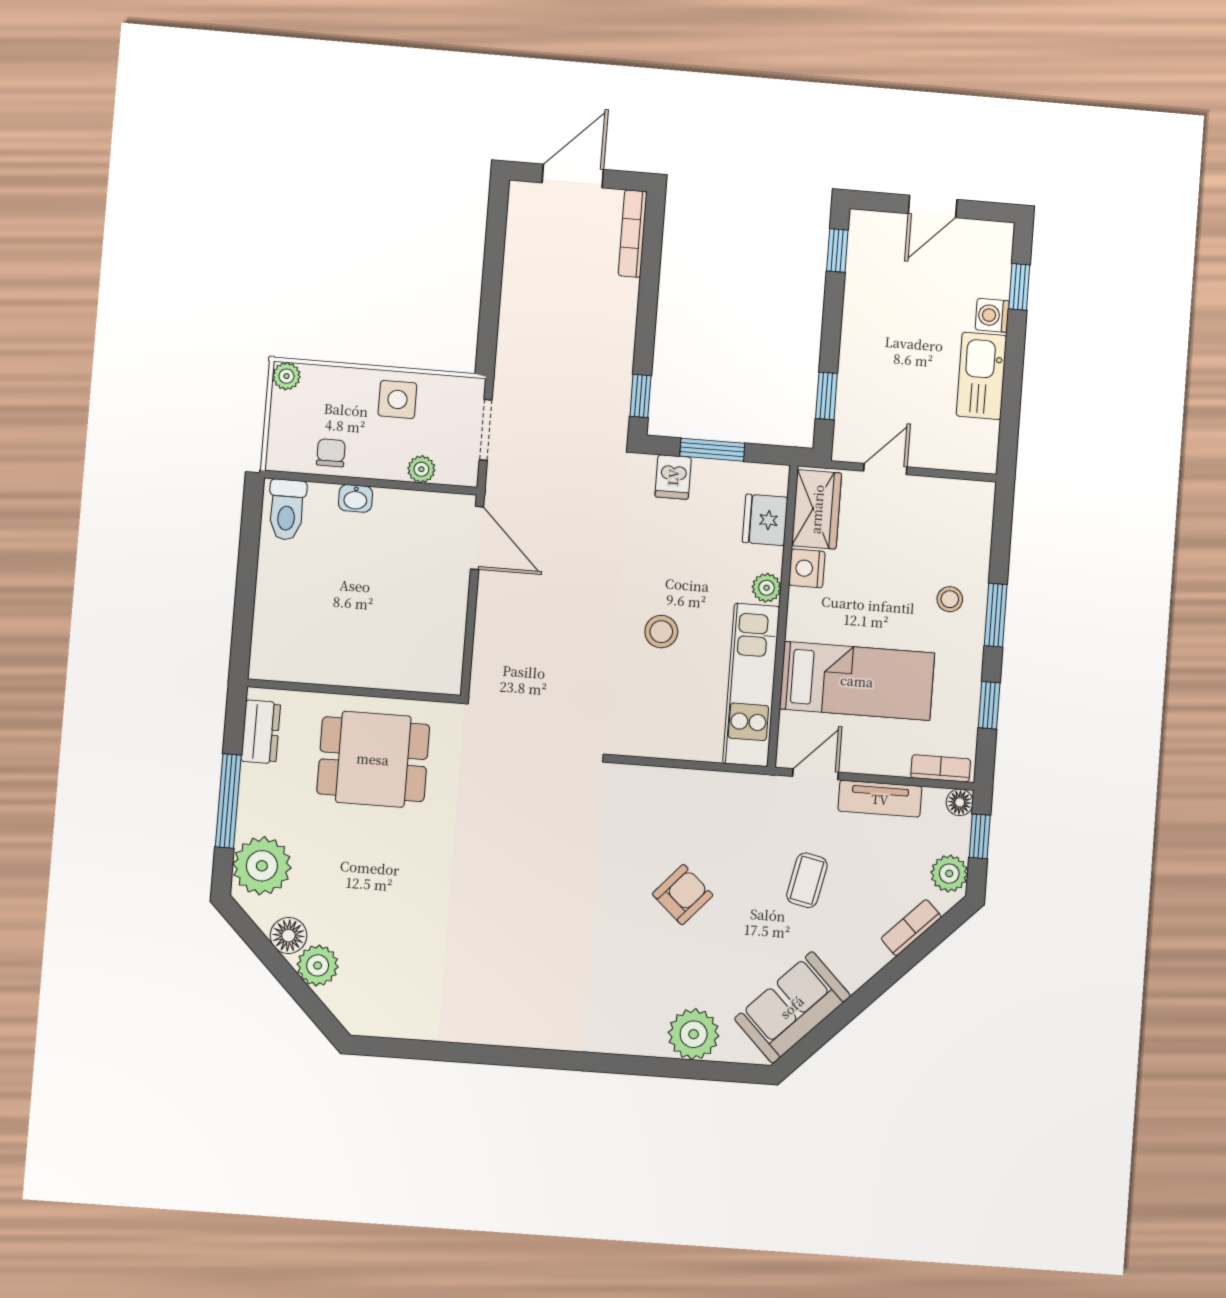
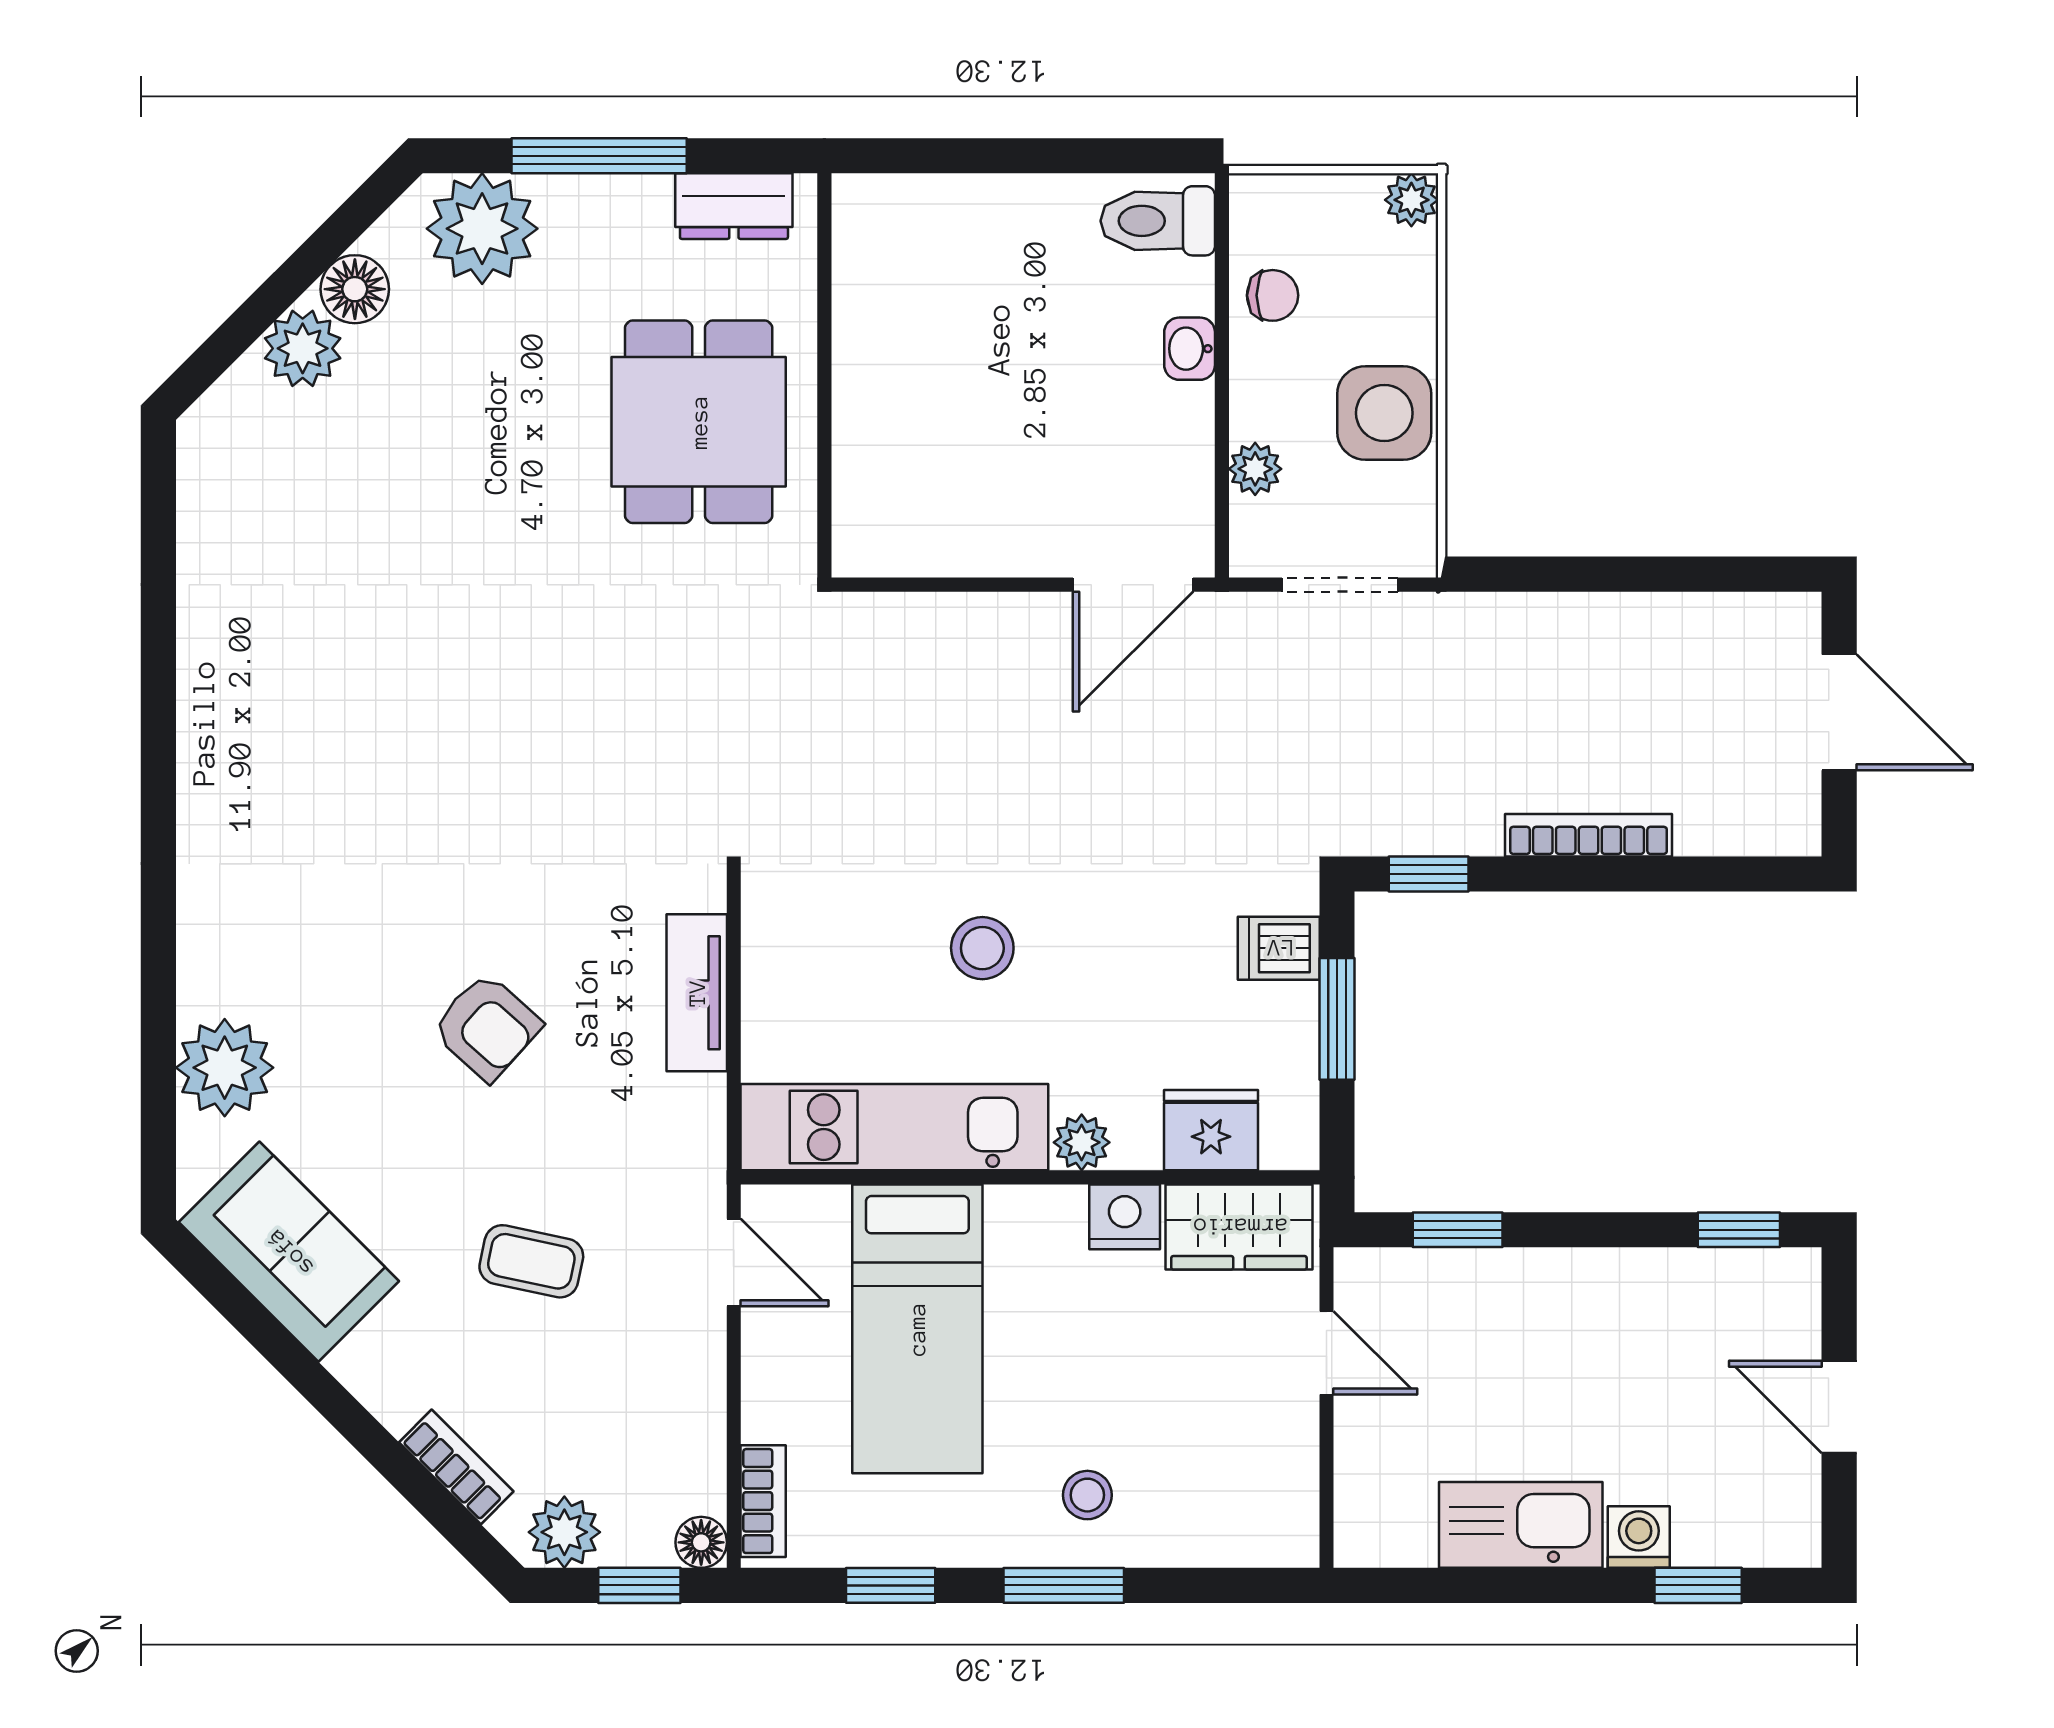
bookcase: (633, 234) -> (1589, 835), moved
side table: (397, 399) -> (1384, 413), width x1.37, depth x1.37
tv unit: (880, 799) -> (697, 993), moved

